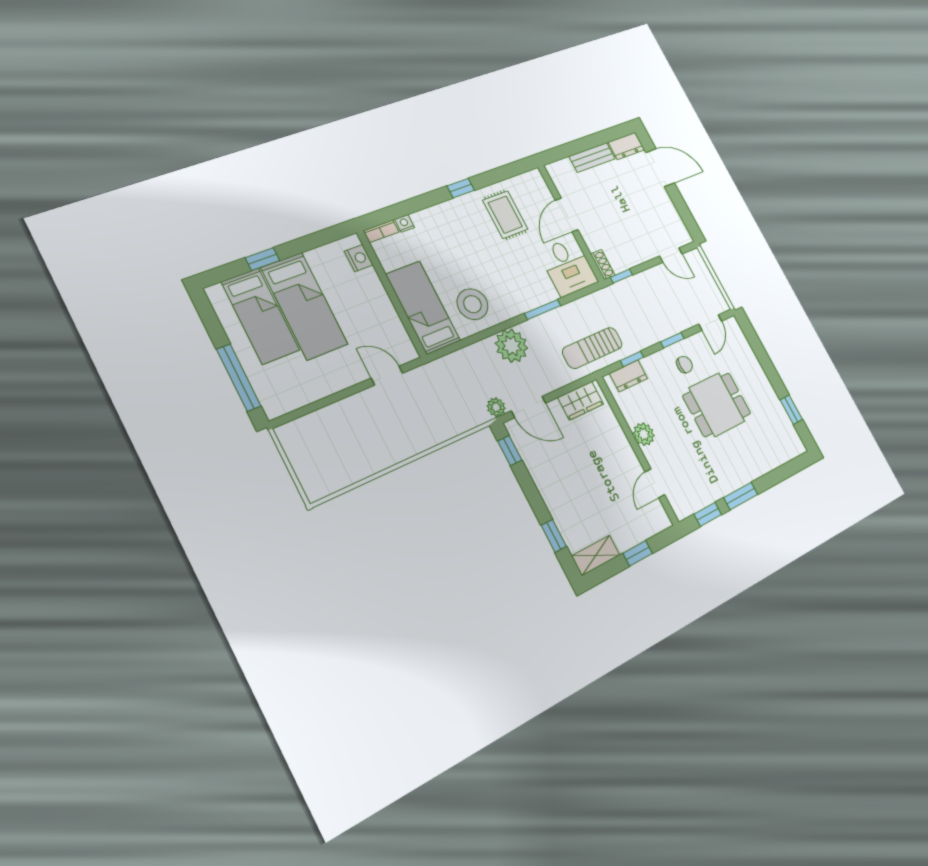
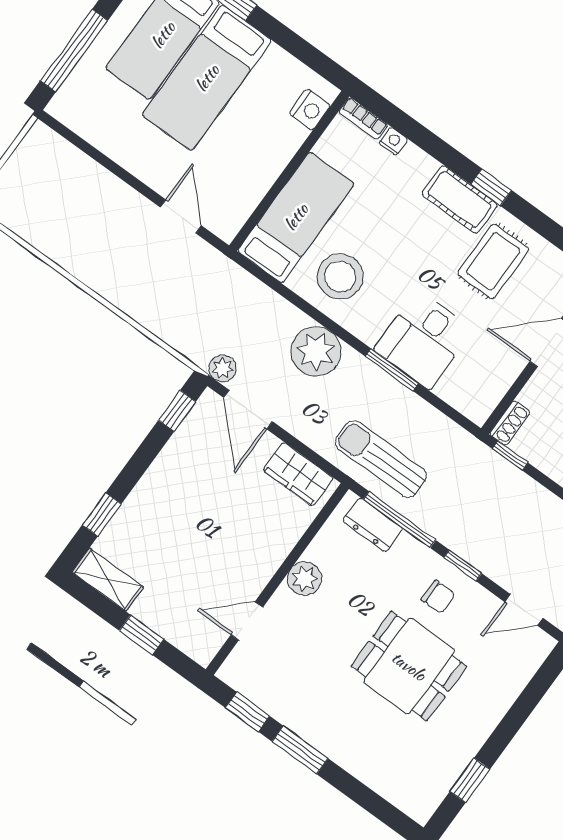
cot: (459, 209) -> (460, 199), added
desk: (568, 267) -> (423, 340), moved
window: (632, 359) -> (400, 520), width x2.17

